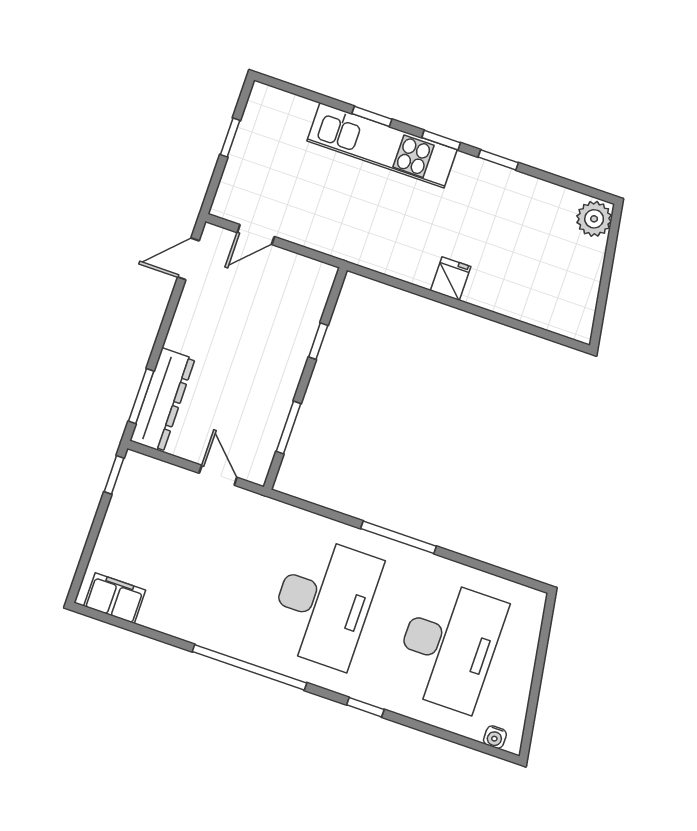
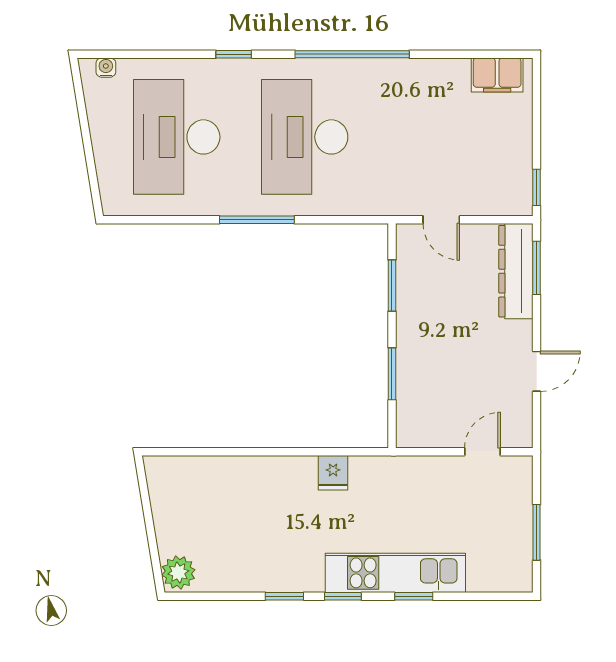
window: (230, 137) -> (537, 532), width x1.50
door: (188, 259) -> (537, 371), moved
fridge: (451, 279) -> (333, 473), moved
window: (318, 341) -> (392, 374), width x1.50

